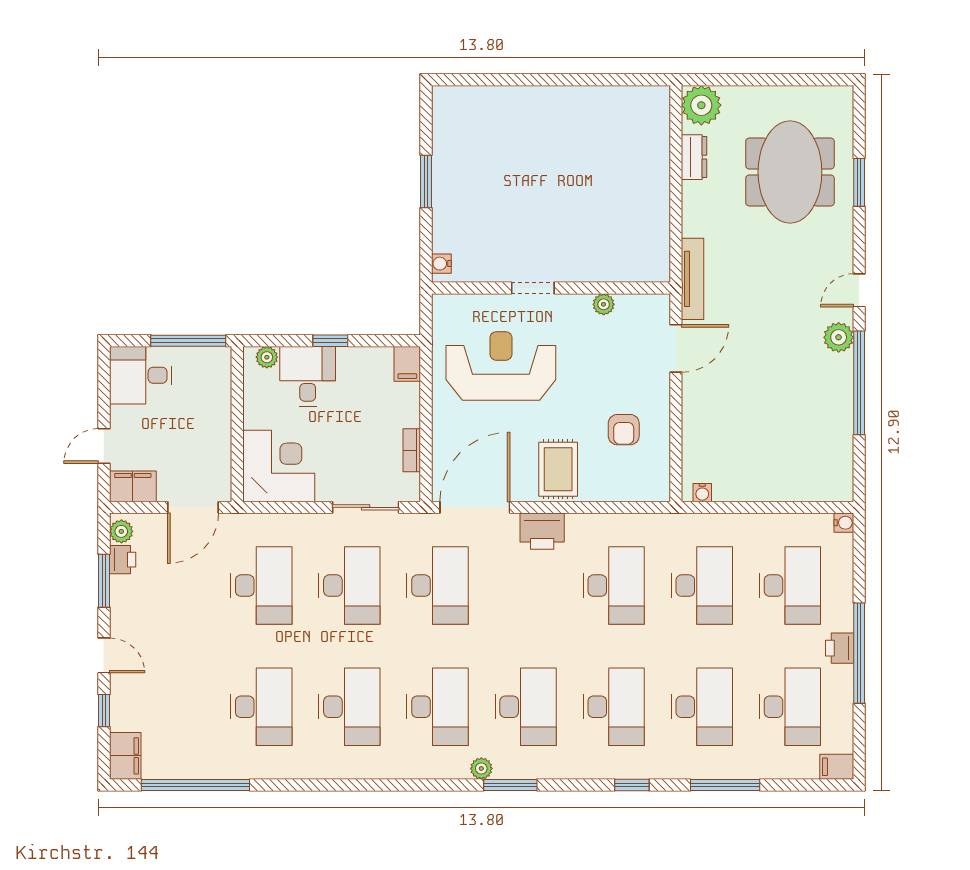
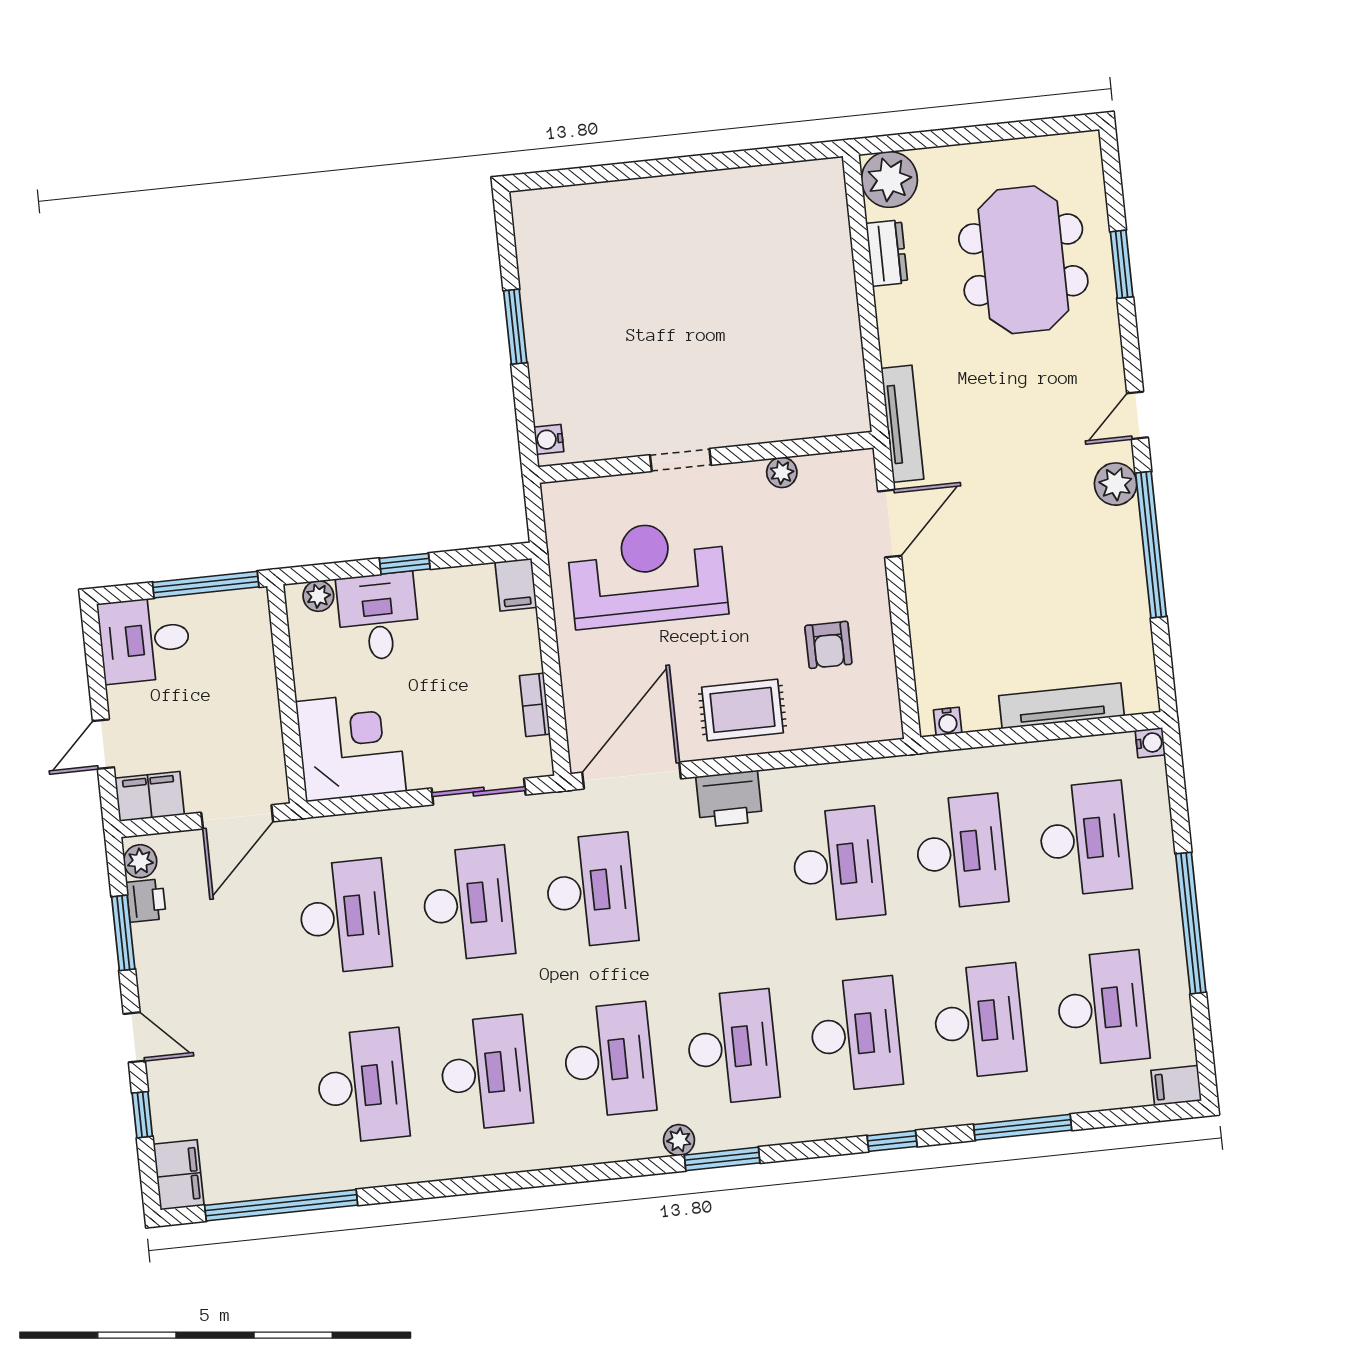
rug: (558, 469) -> (742, 710), turned 90
tv unit: (784, 490) -> (1062, 706), added
printer: (840, 648) -> (1163, 919), removed

